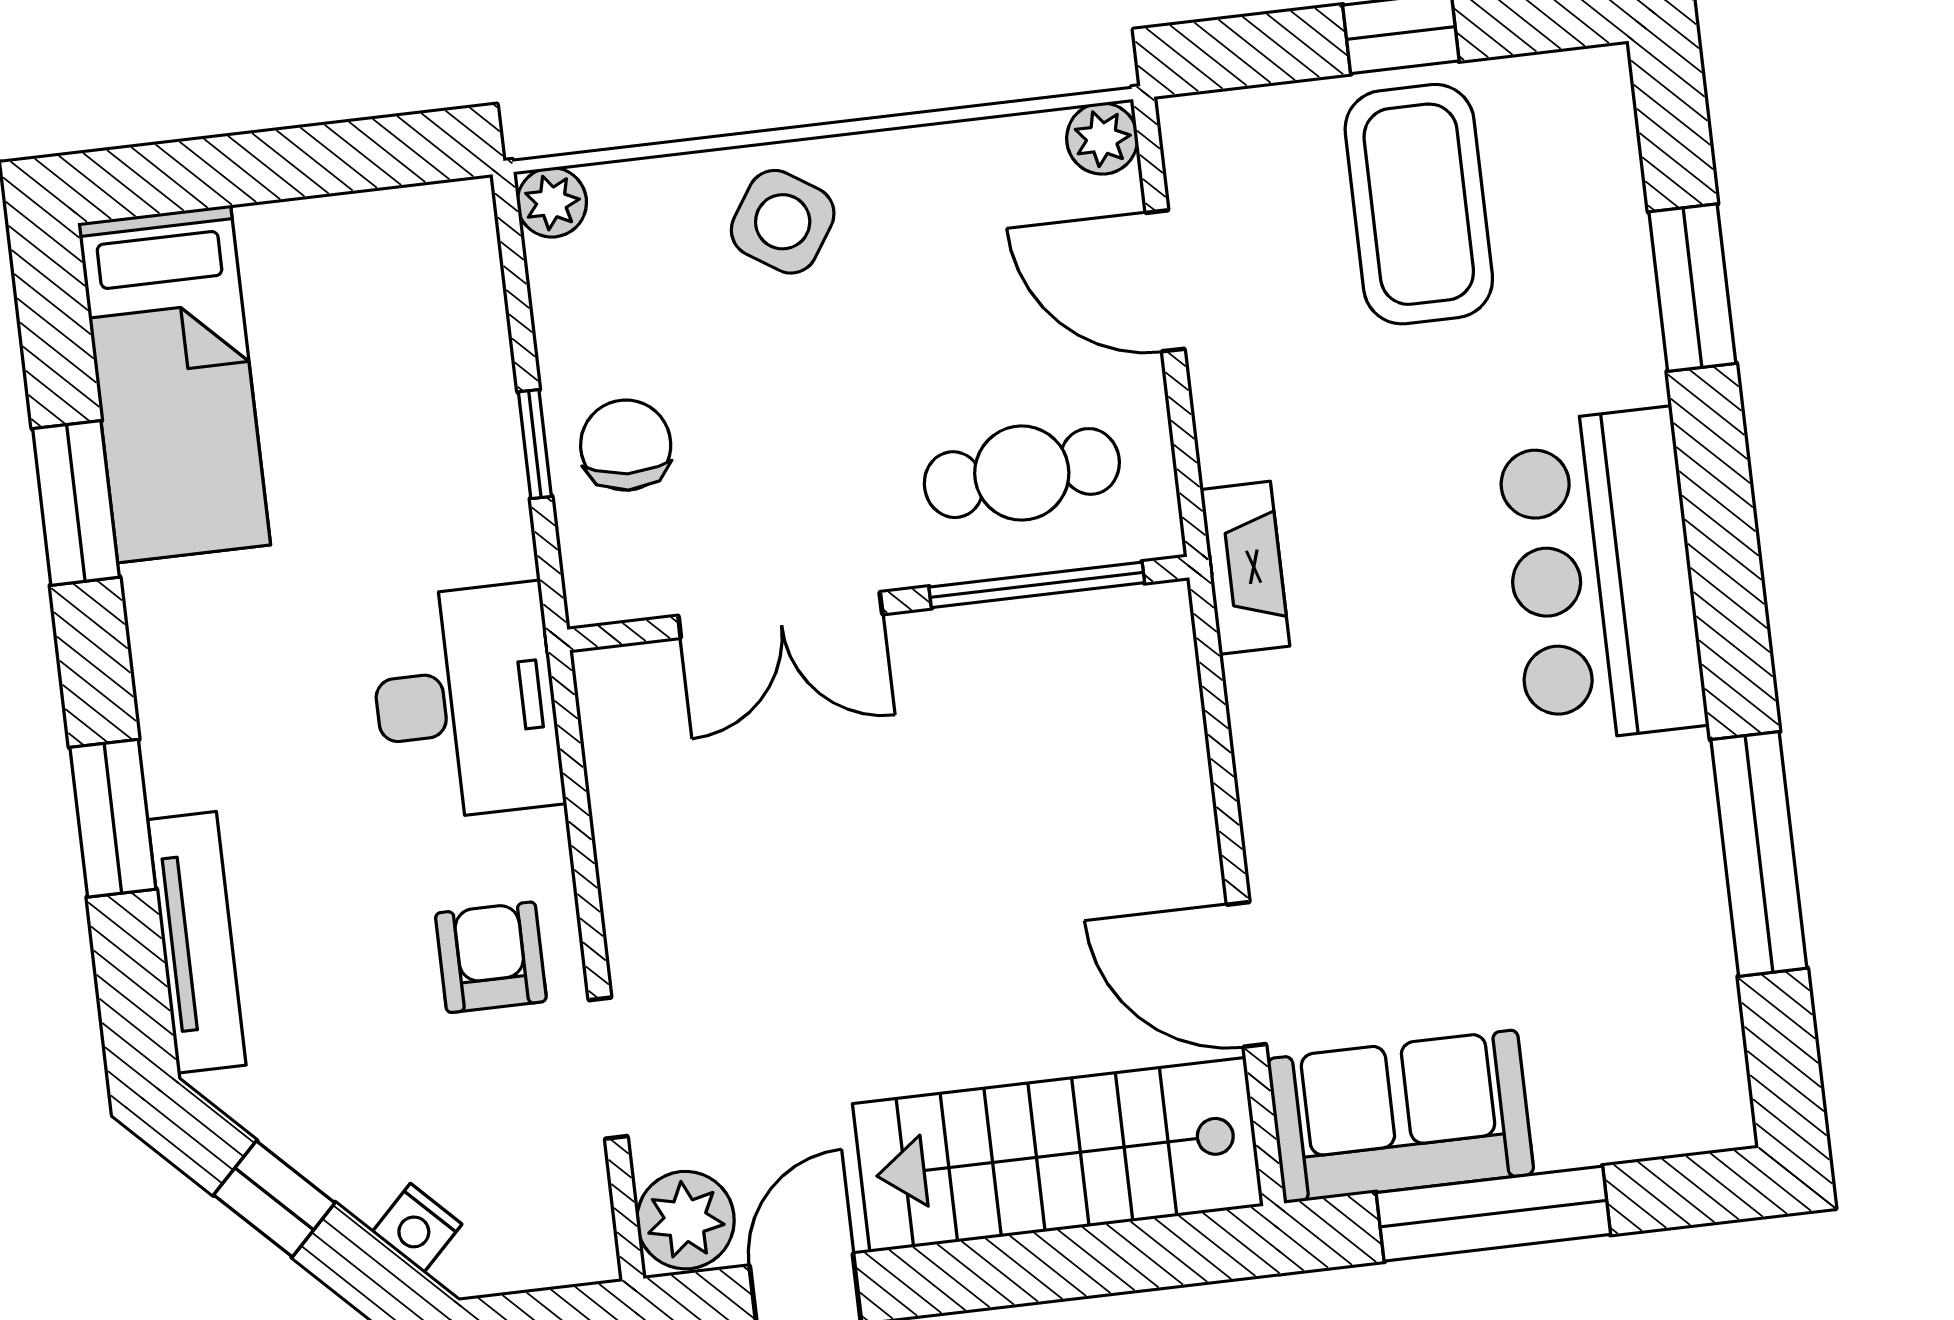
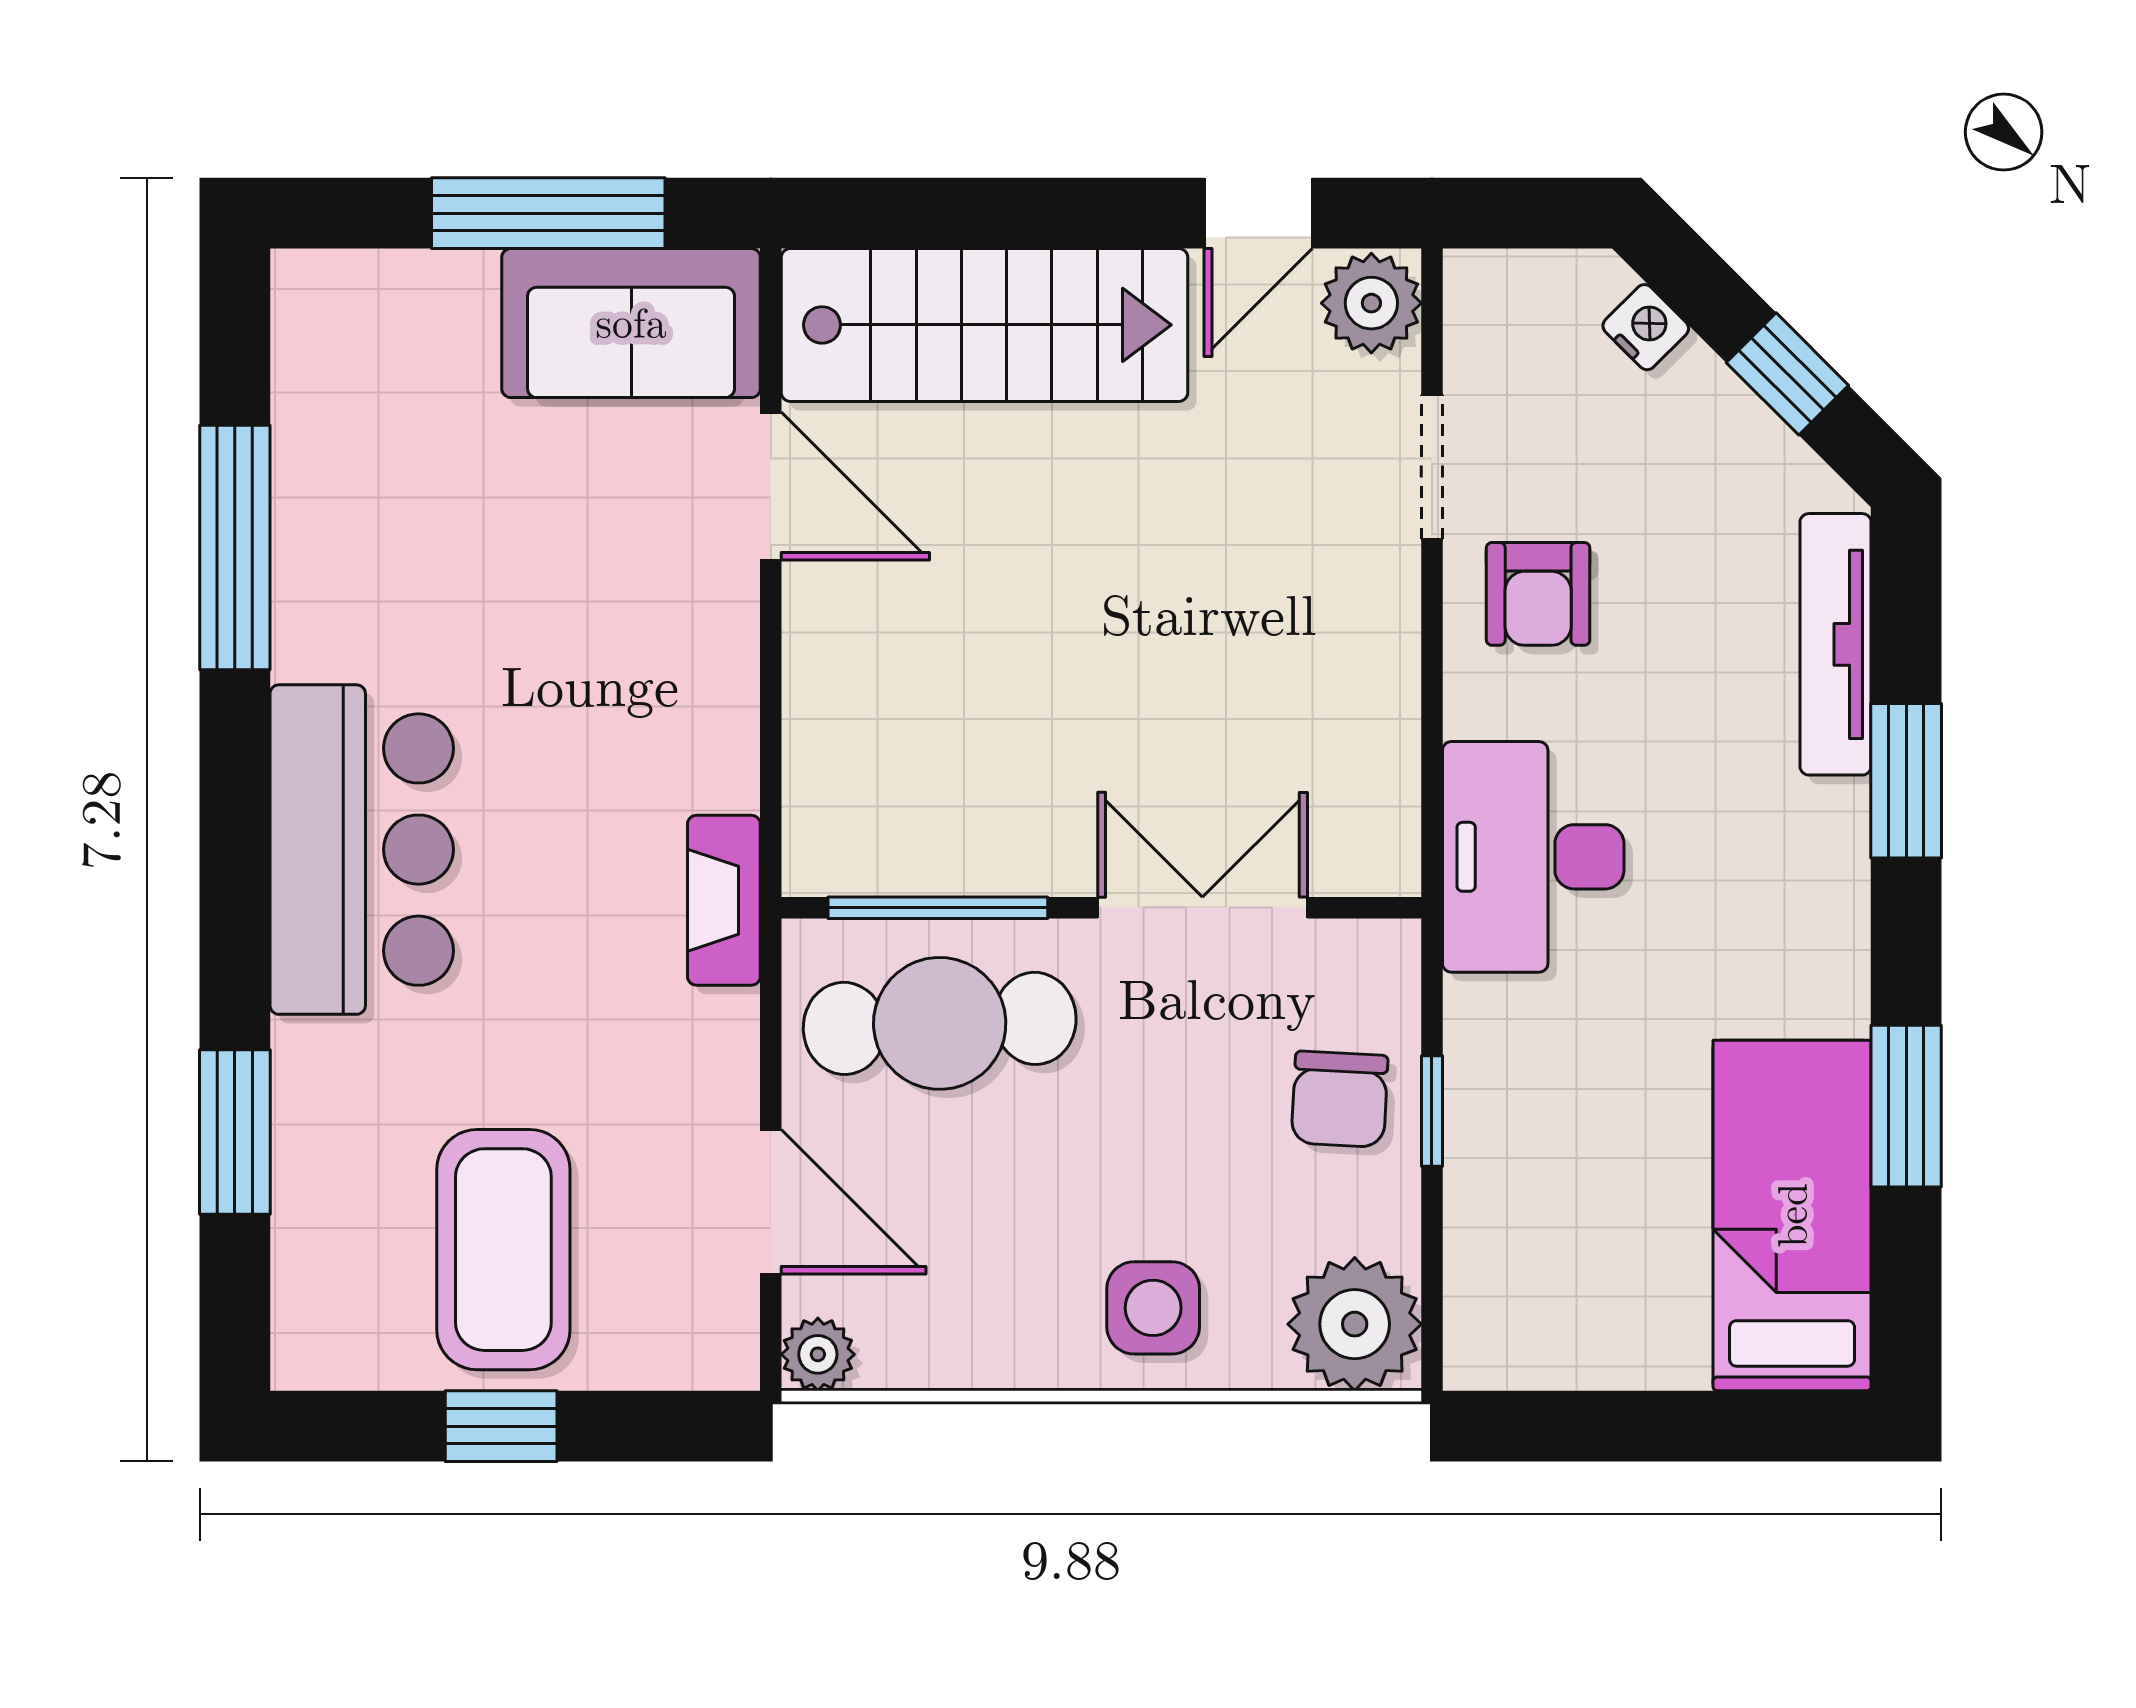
plant: (552, 202) -> (1355, 1324), width x1.87, depth x1.87
side table: (783, 222) -> (1153, 1308), turned -33
cafe table: (1022, 473) -> (940, 1023), width x1.37, depth x1.35

